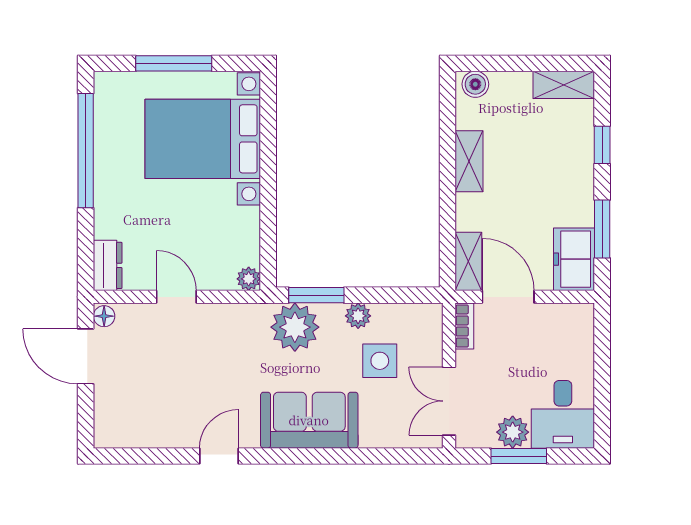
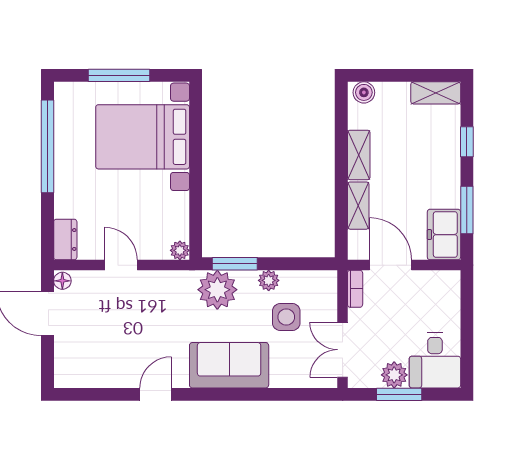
shelving: (468, 261) -> (358, 206), moved

